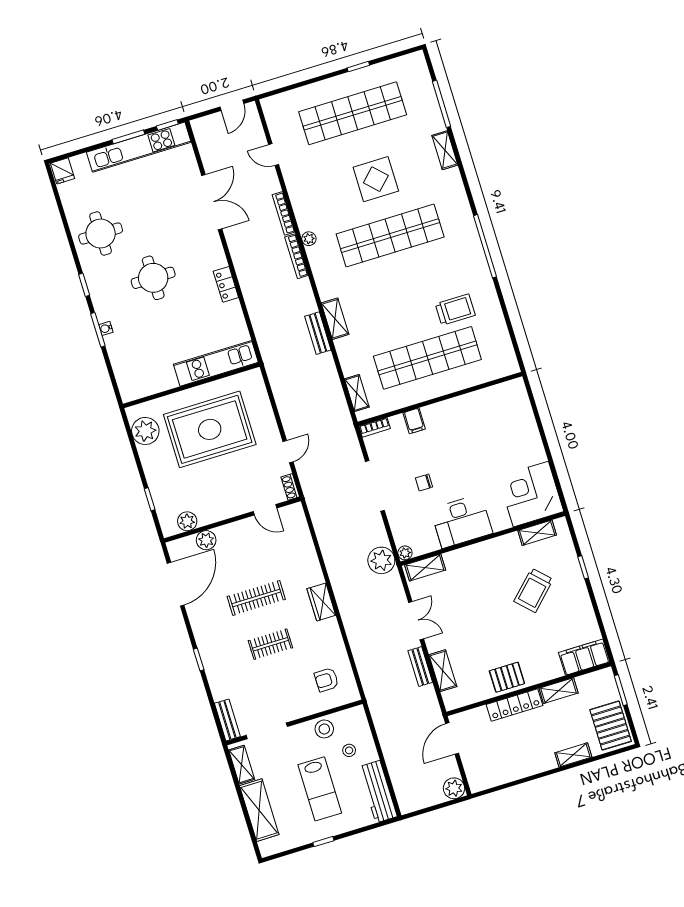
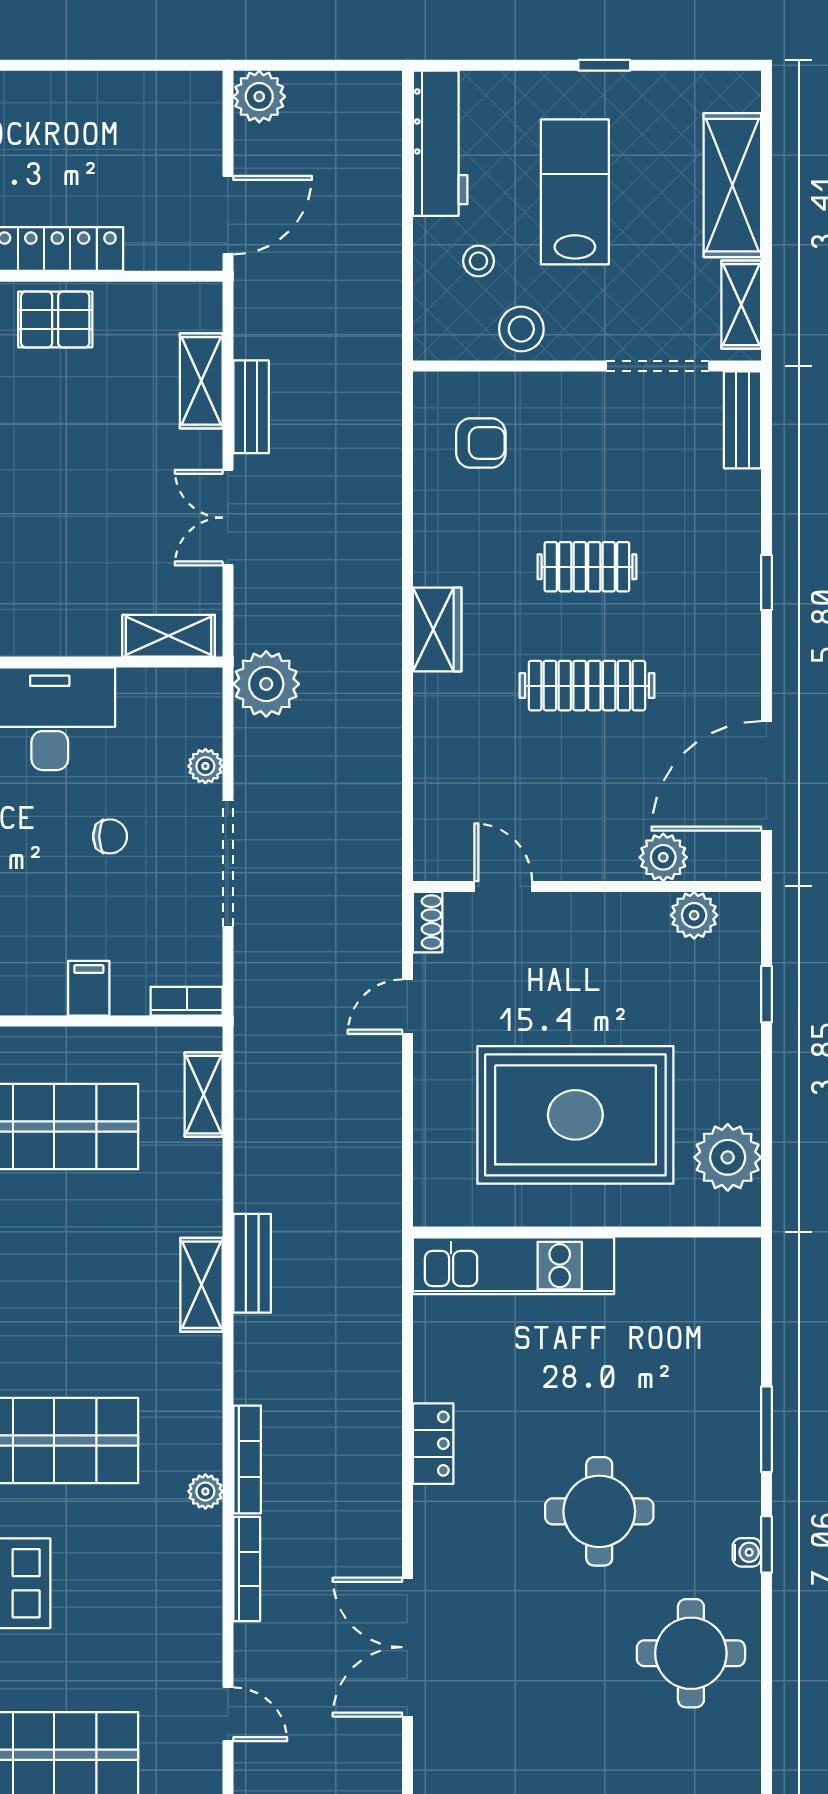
water cooler: (106, 328) -> (747, 1552), moved
plant: (405, 553) -> (205, 766), moved

